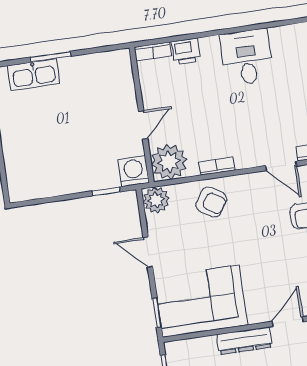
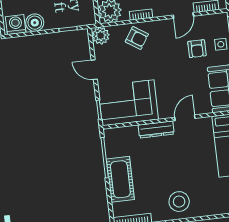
door: (281, 166) -> (183, 16), hinge flipped
washing machine: (133, 171) -> (16, 25), moved
boiler: (55, 183) -> (35, 23), added

